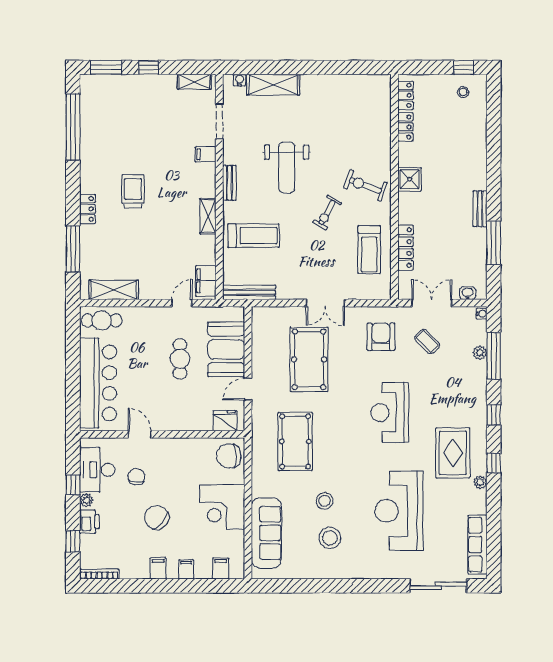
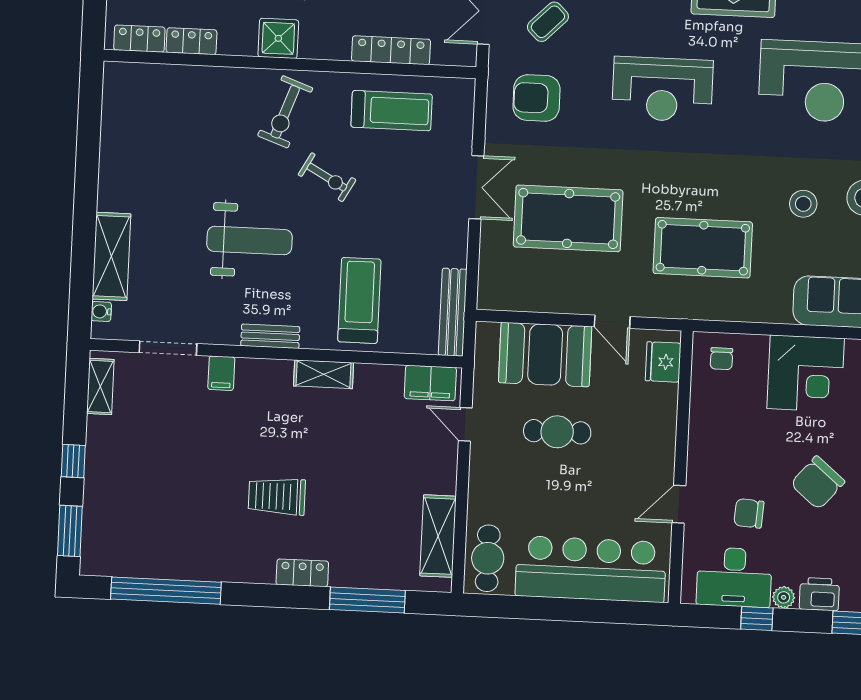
chair: (229, 456) -> (721, 359), width x0.54, depth x0.54

